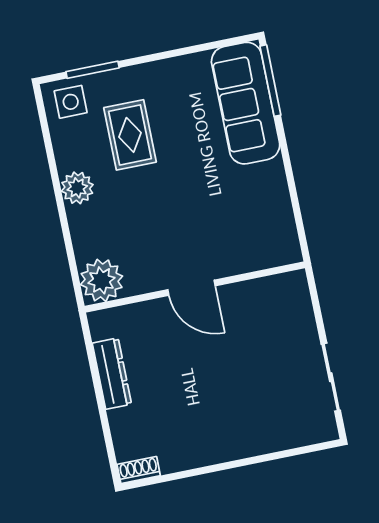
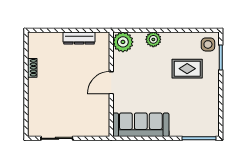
sofa: (246, 103) -> (141, 125), moved
plant: (77, 188) -> (153, 39), moved
shoe rack: (139, 470) -> (32, 68), moved

